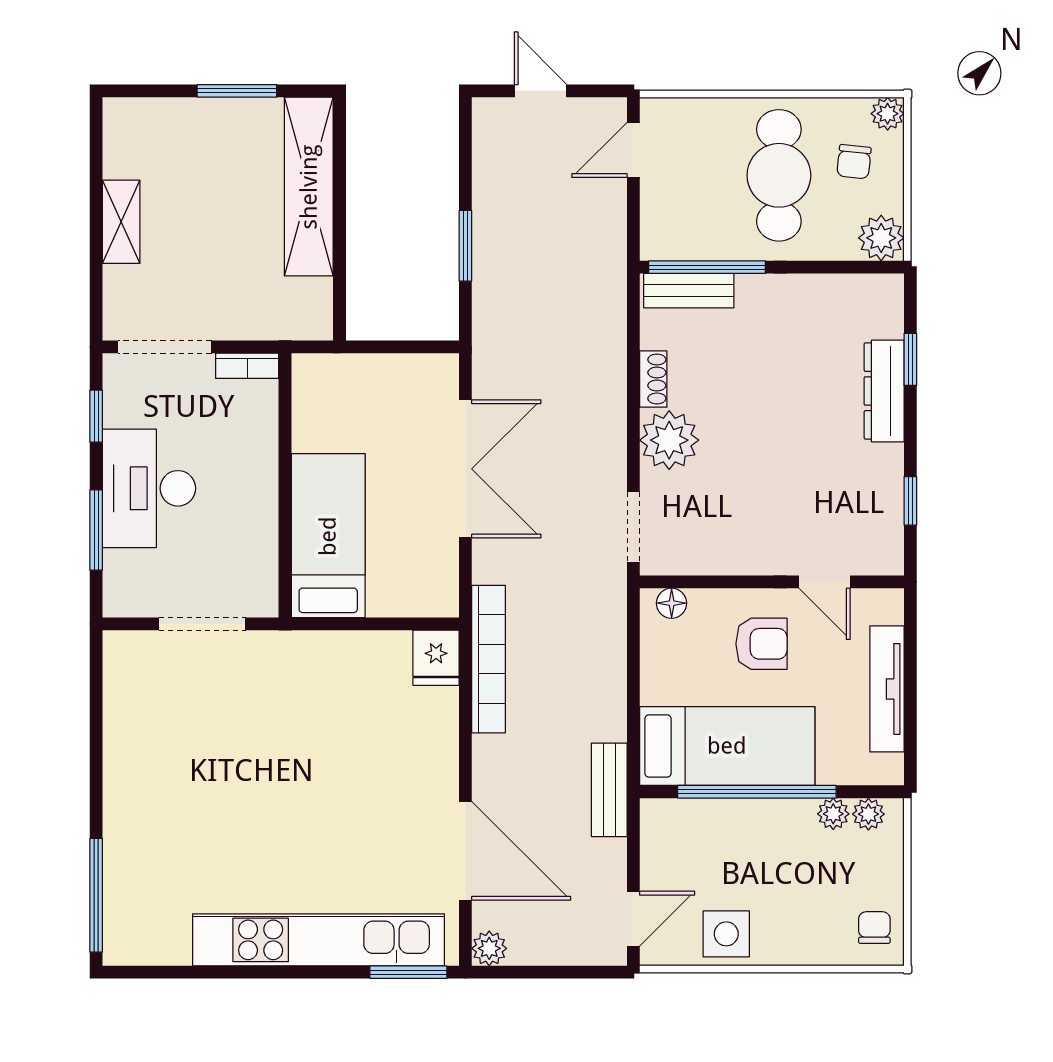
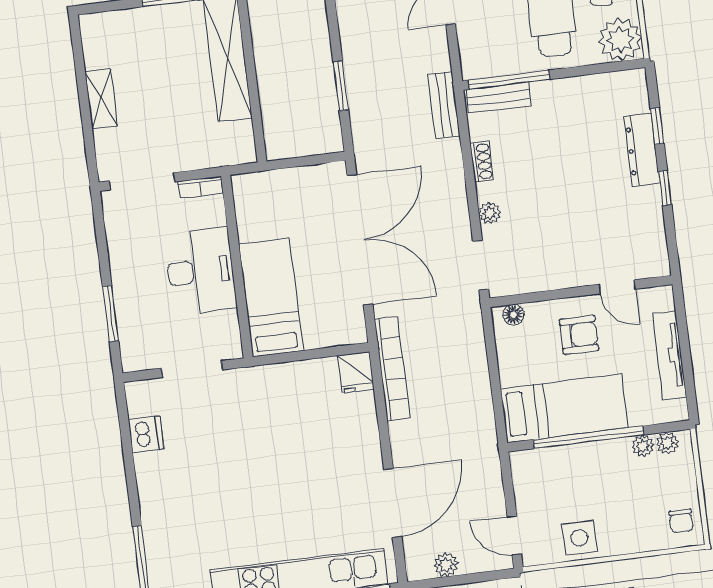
plant: (881, 238) -> (620, 40), width x1.36, depth x1.36
window: (96, 416) -> (101, 235), removed
plant: (669, 440) -> (490, 213), width x0.53, depth x0.53
double door: (465, 469) -> (360, 240), width x1.36
desk: (149, 488) -> (200, 271), moved, turned 180
window: (910, 501) -> (665, 188), moved
dishwasher: (125, 709) -> (146, 434), added
bench: (609, 790) -> (444, 105), moved
door: (465, 851) -> (393, 503), hinge flipped
door: (633, 919) -> (514, 535), swing flipped
chair: (874, 928) -> (681, 521), turned 180
plant: (489, 948) -> (446, 565), moved

